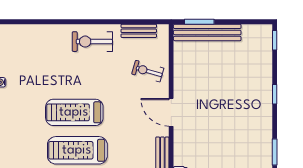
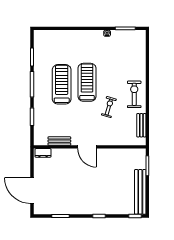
bench: (207, 32) -> (140, 192), moved
exercise bike: (148, 71) -> (109, 107), moved
door: (171, 112) -> (87, 147), swing flipped

